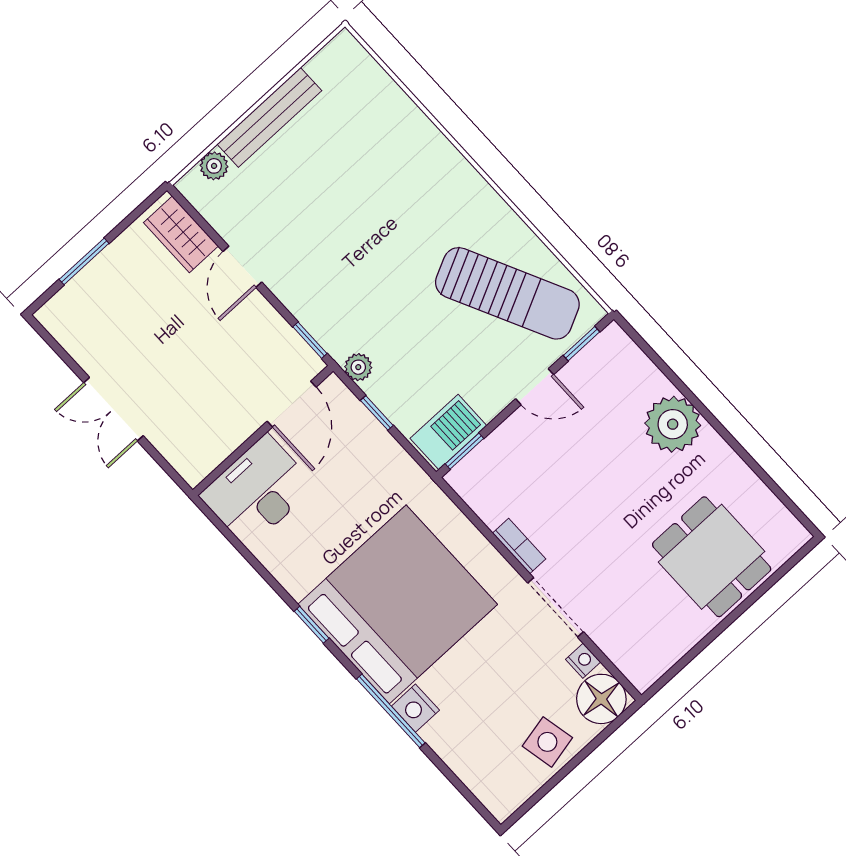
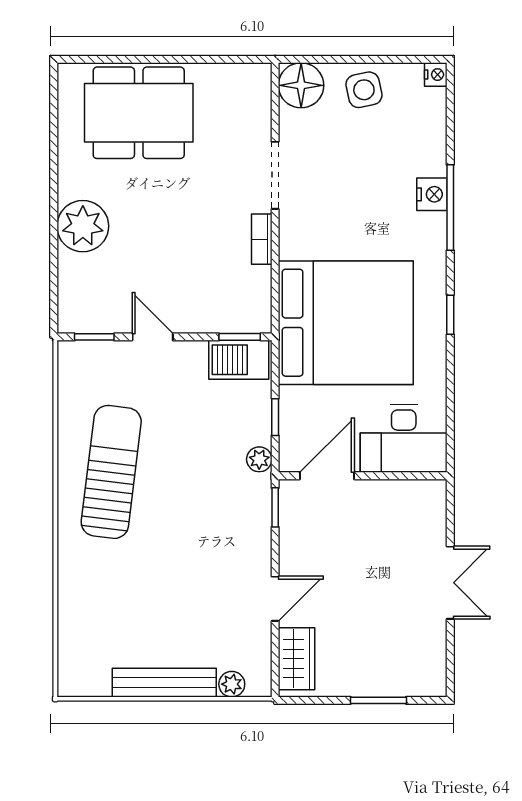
sun lounger: (507, 293) -> (111, 472), moved, turned 33
dining table: (712, 557) -> (139, 113), width x1.38
bed: (398, 604) -> (346, 323), moved, turned 180
nightstand: (583, 661) -> (436, 75), moved, turned 180

